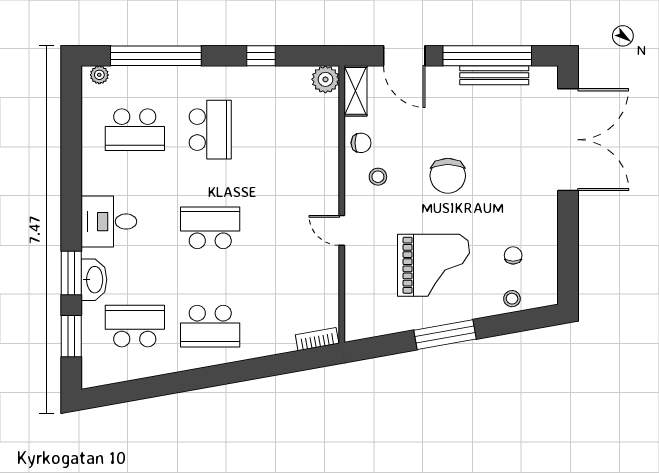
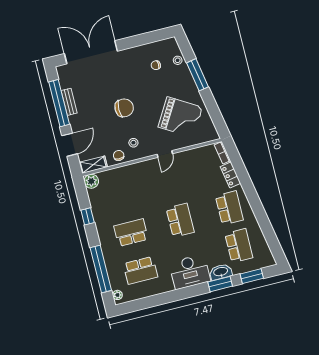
bench: (494, 75) -> (69, 102), width x0.73
school desk: (135, 130) -> (140, 270), turned 90
desk: (109, 222) -> (190, 272), width x1.37
school desk: (210, 228) -> (180, 220), turned 180
grand piano: (433, 265) -> (180, 117), moved, turned 121
school desk: (135, 326) -> (239, 246), turned 180
window: (445, 335) -> (198, 75), moved
locker: (272, 344) -> (230, 175), added

